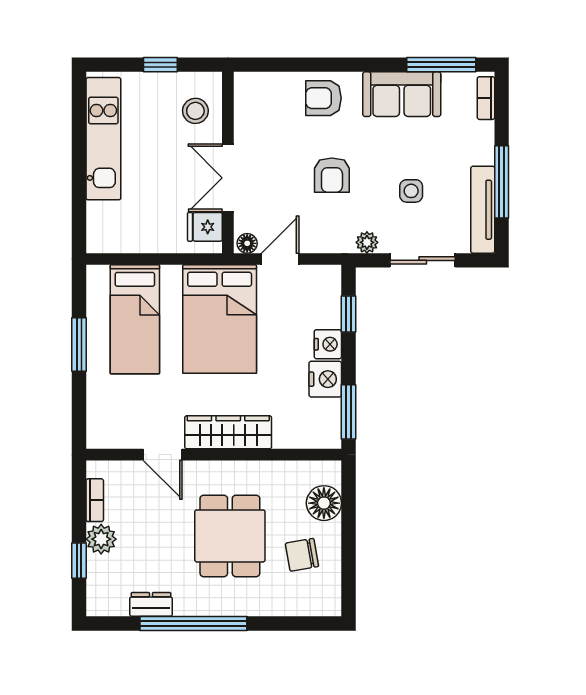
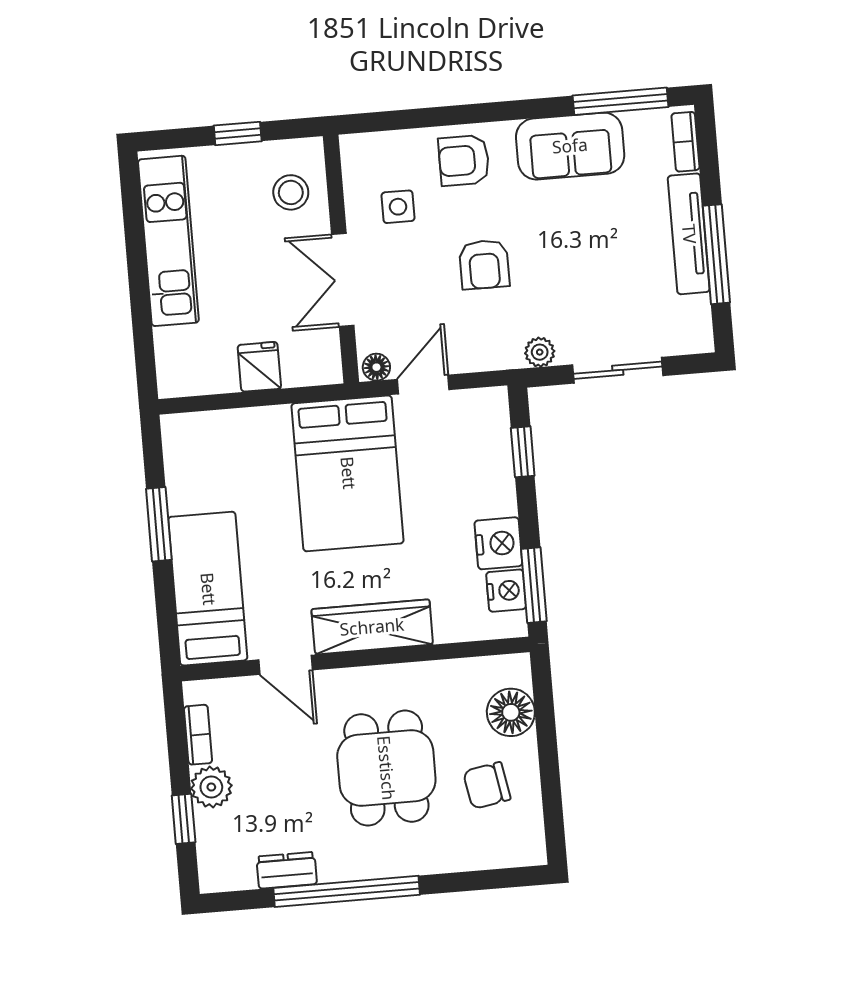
side table: (411, 191) -> (398, 207), moved
tv unit: (483, 210) -> (689, 234), moved
fridge: (205, 227) -> (259, 367), moved, turned 90
bed: (135, 319) -> (208, 589), moved, turned 180
nightstand: (328, 344) -> (506, 591), moved

